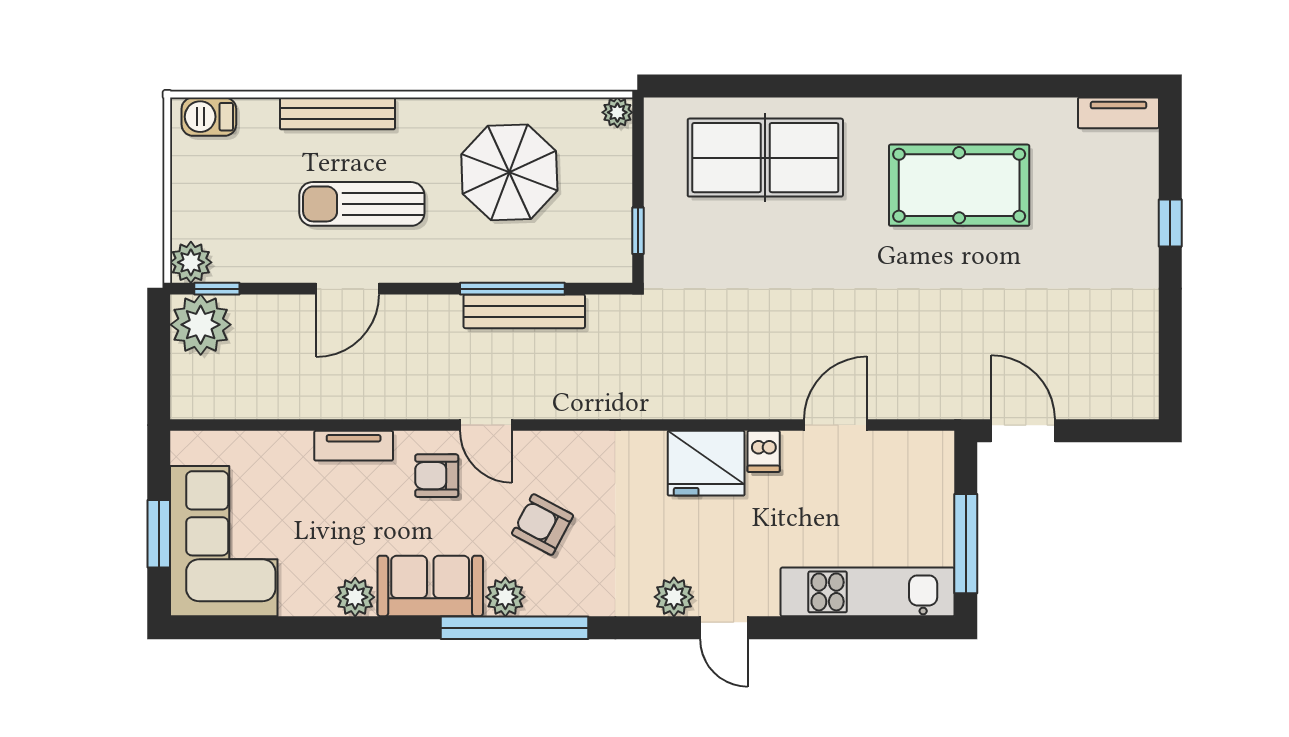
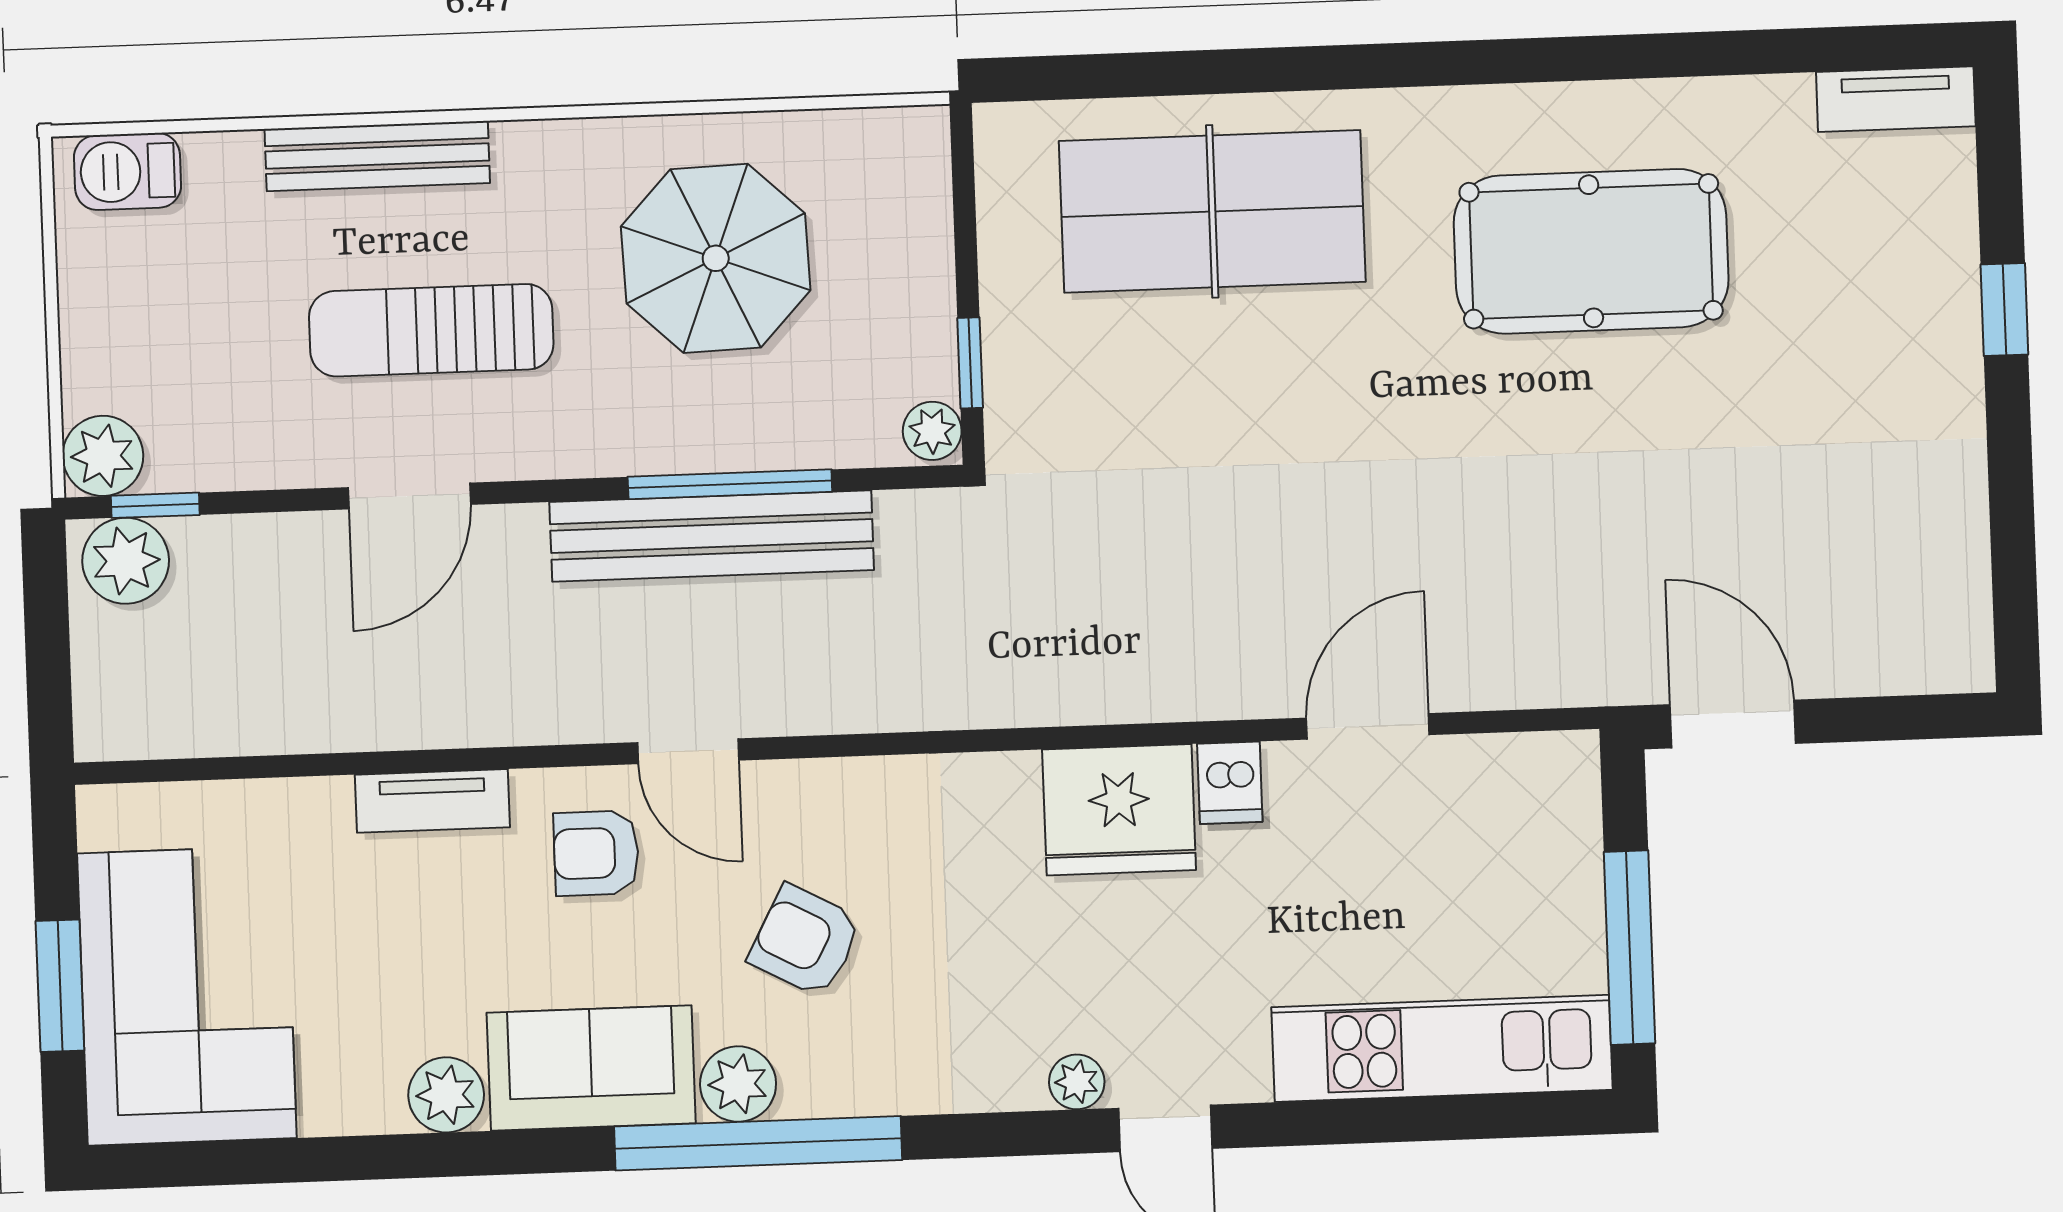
plant: (617, 112) -> (932, 431), moved
bench: (524, 311) -> (712, 536), width x1.37, depth x1.21
plant: (201, 325) -> (126, 561), width x0.73, depth x0.73
plant: (674, 597) -> (1077, 1082), width x0.73, depth x0.73

